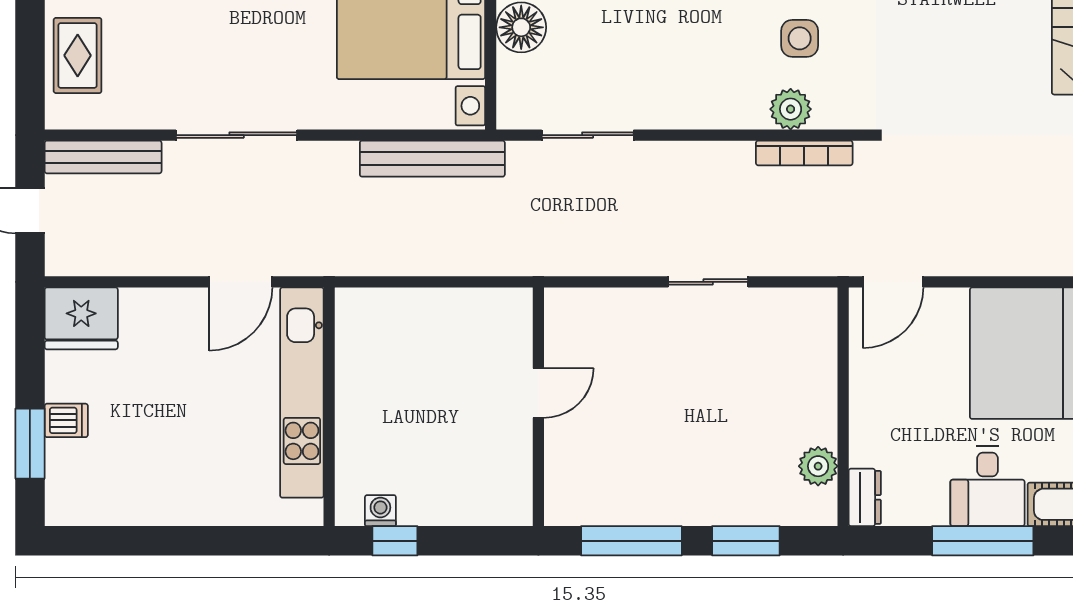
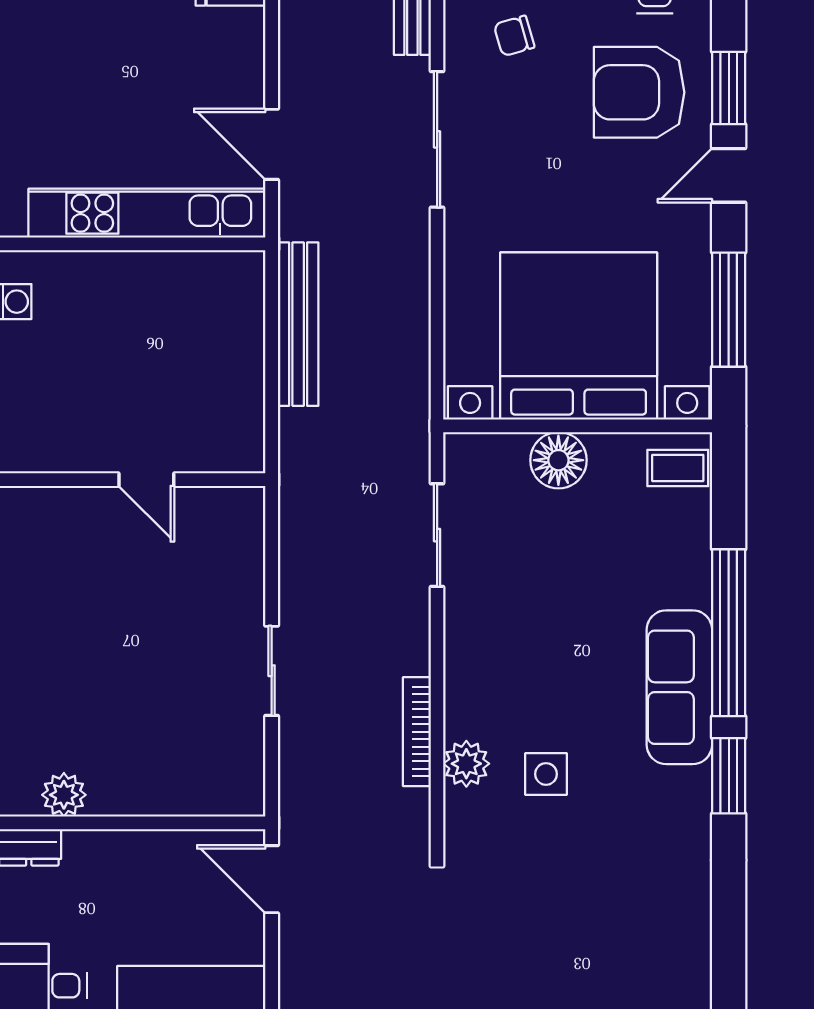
chair: (145, 67) -> (514, 36), added
bookcase: (804, 153) -> (417, 732), moved
bench: (432, 159) -> (298, 324), moved

